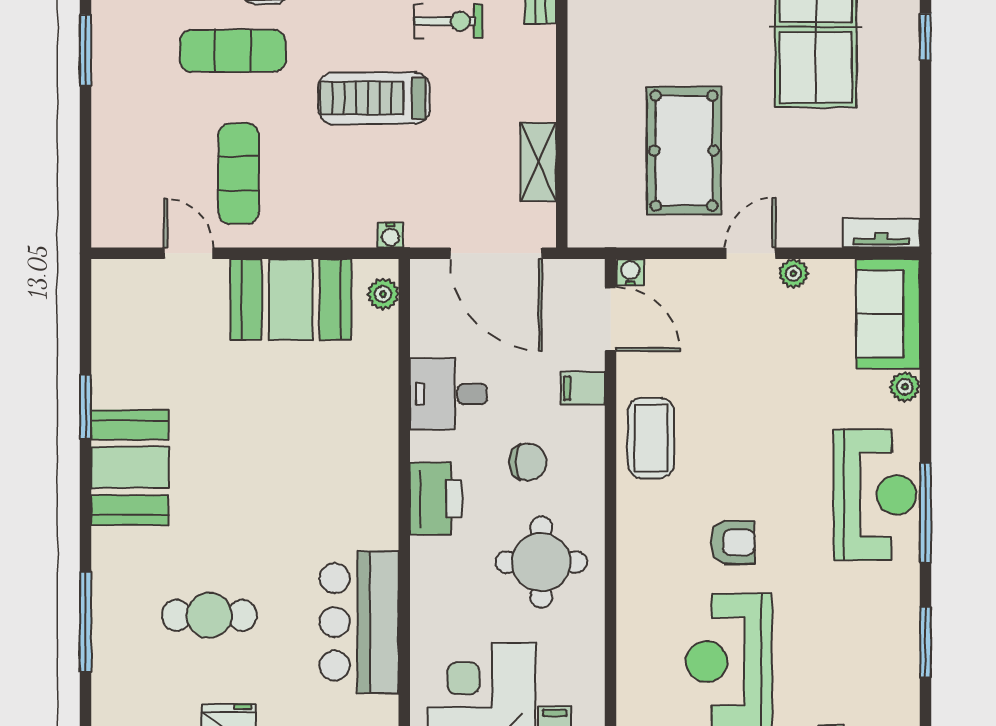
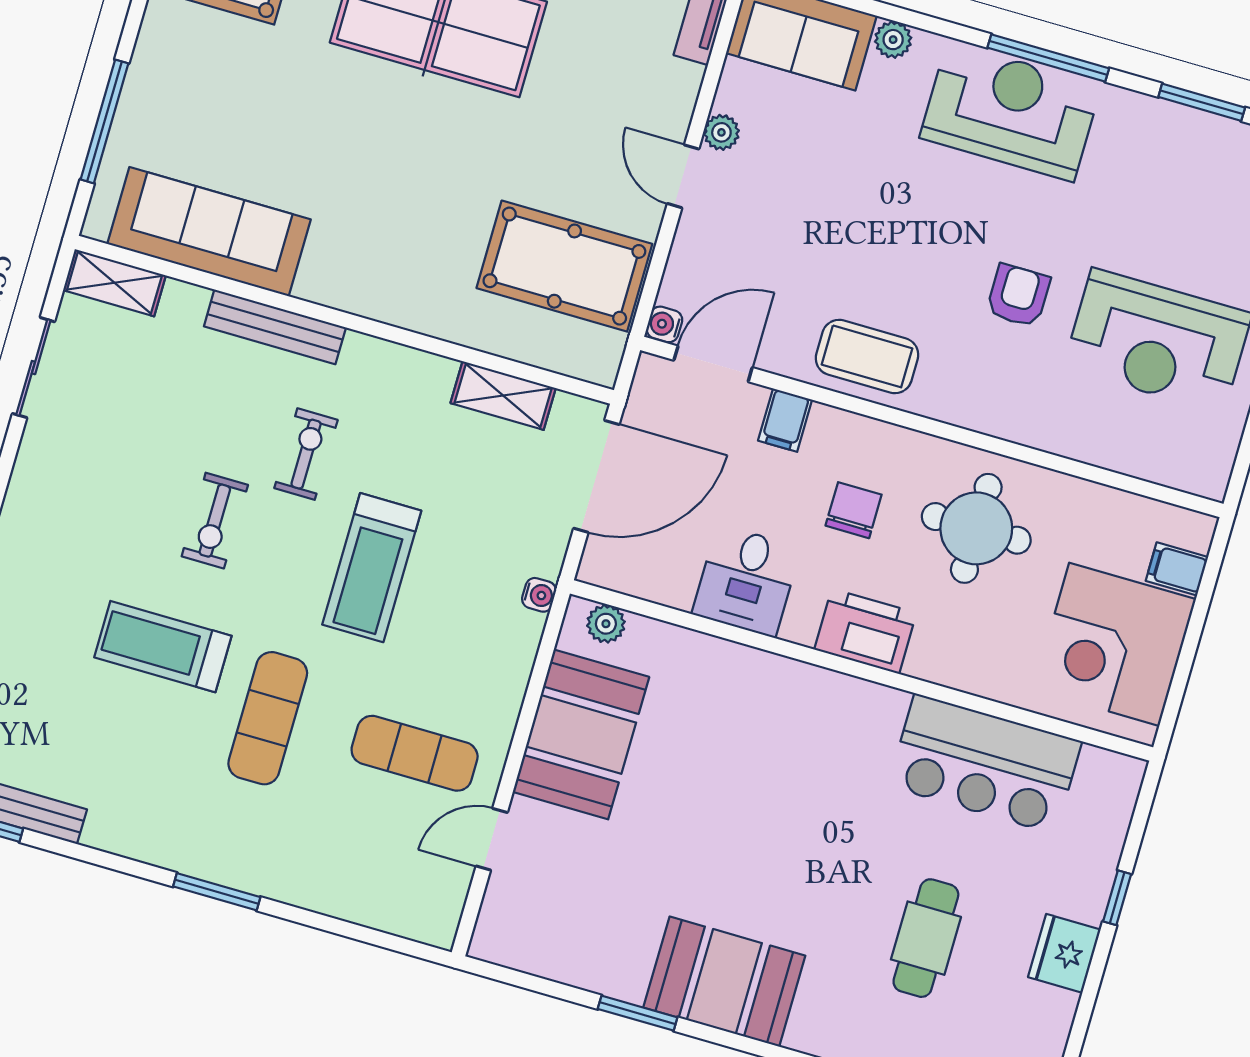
pool table: (684, 151) -> (564, 266), moved

